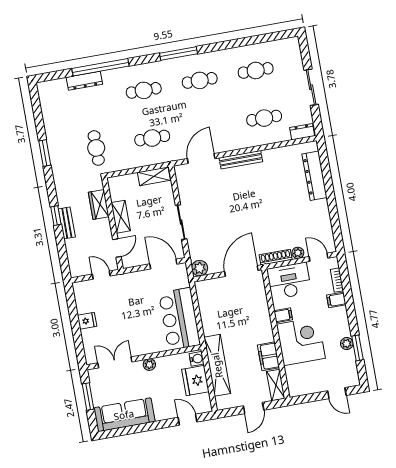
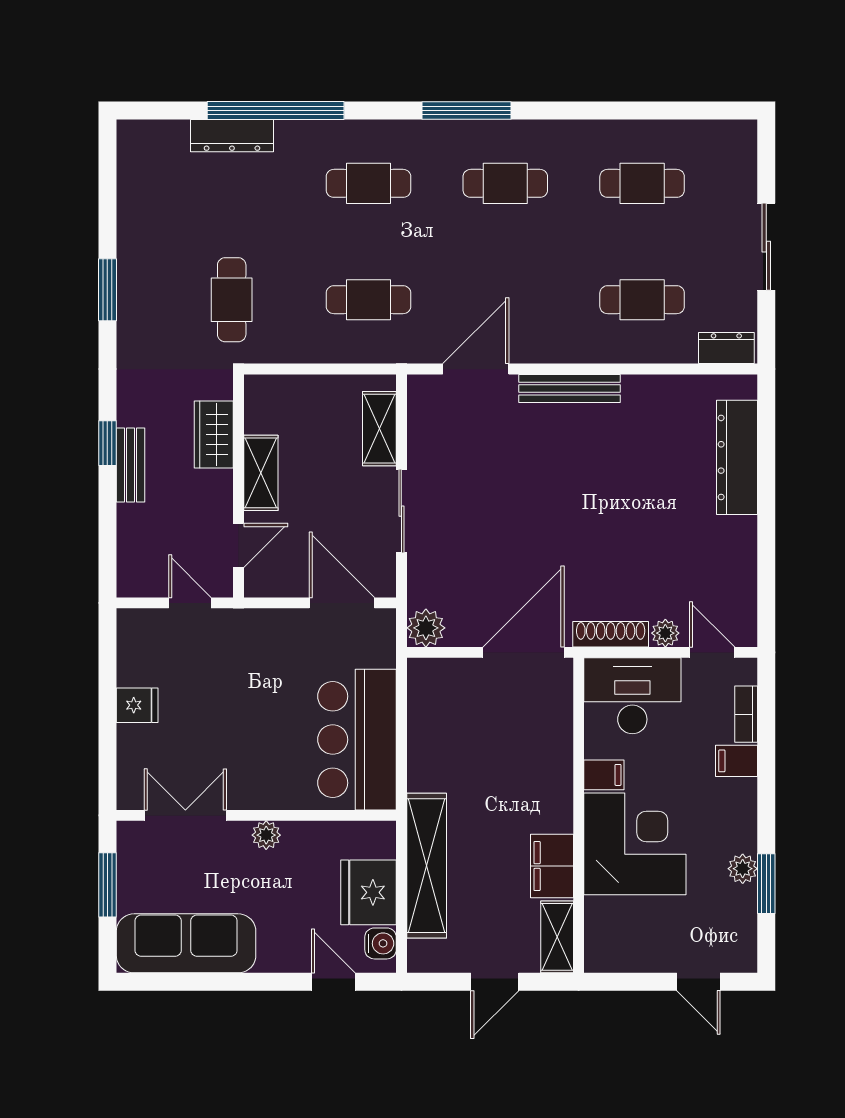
shelving: (154, 176) -> (379, 429), moved, turned 90
water cooler: (197, 359) -> (381, 943), moved

